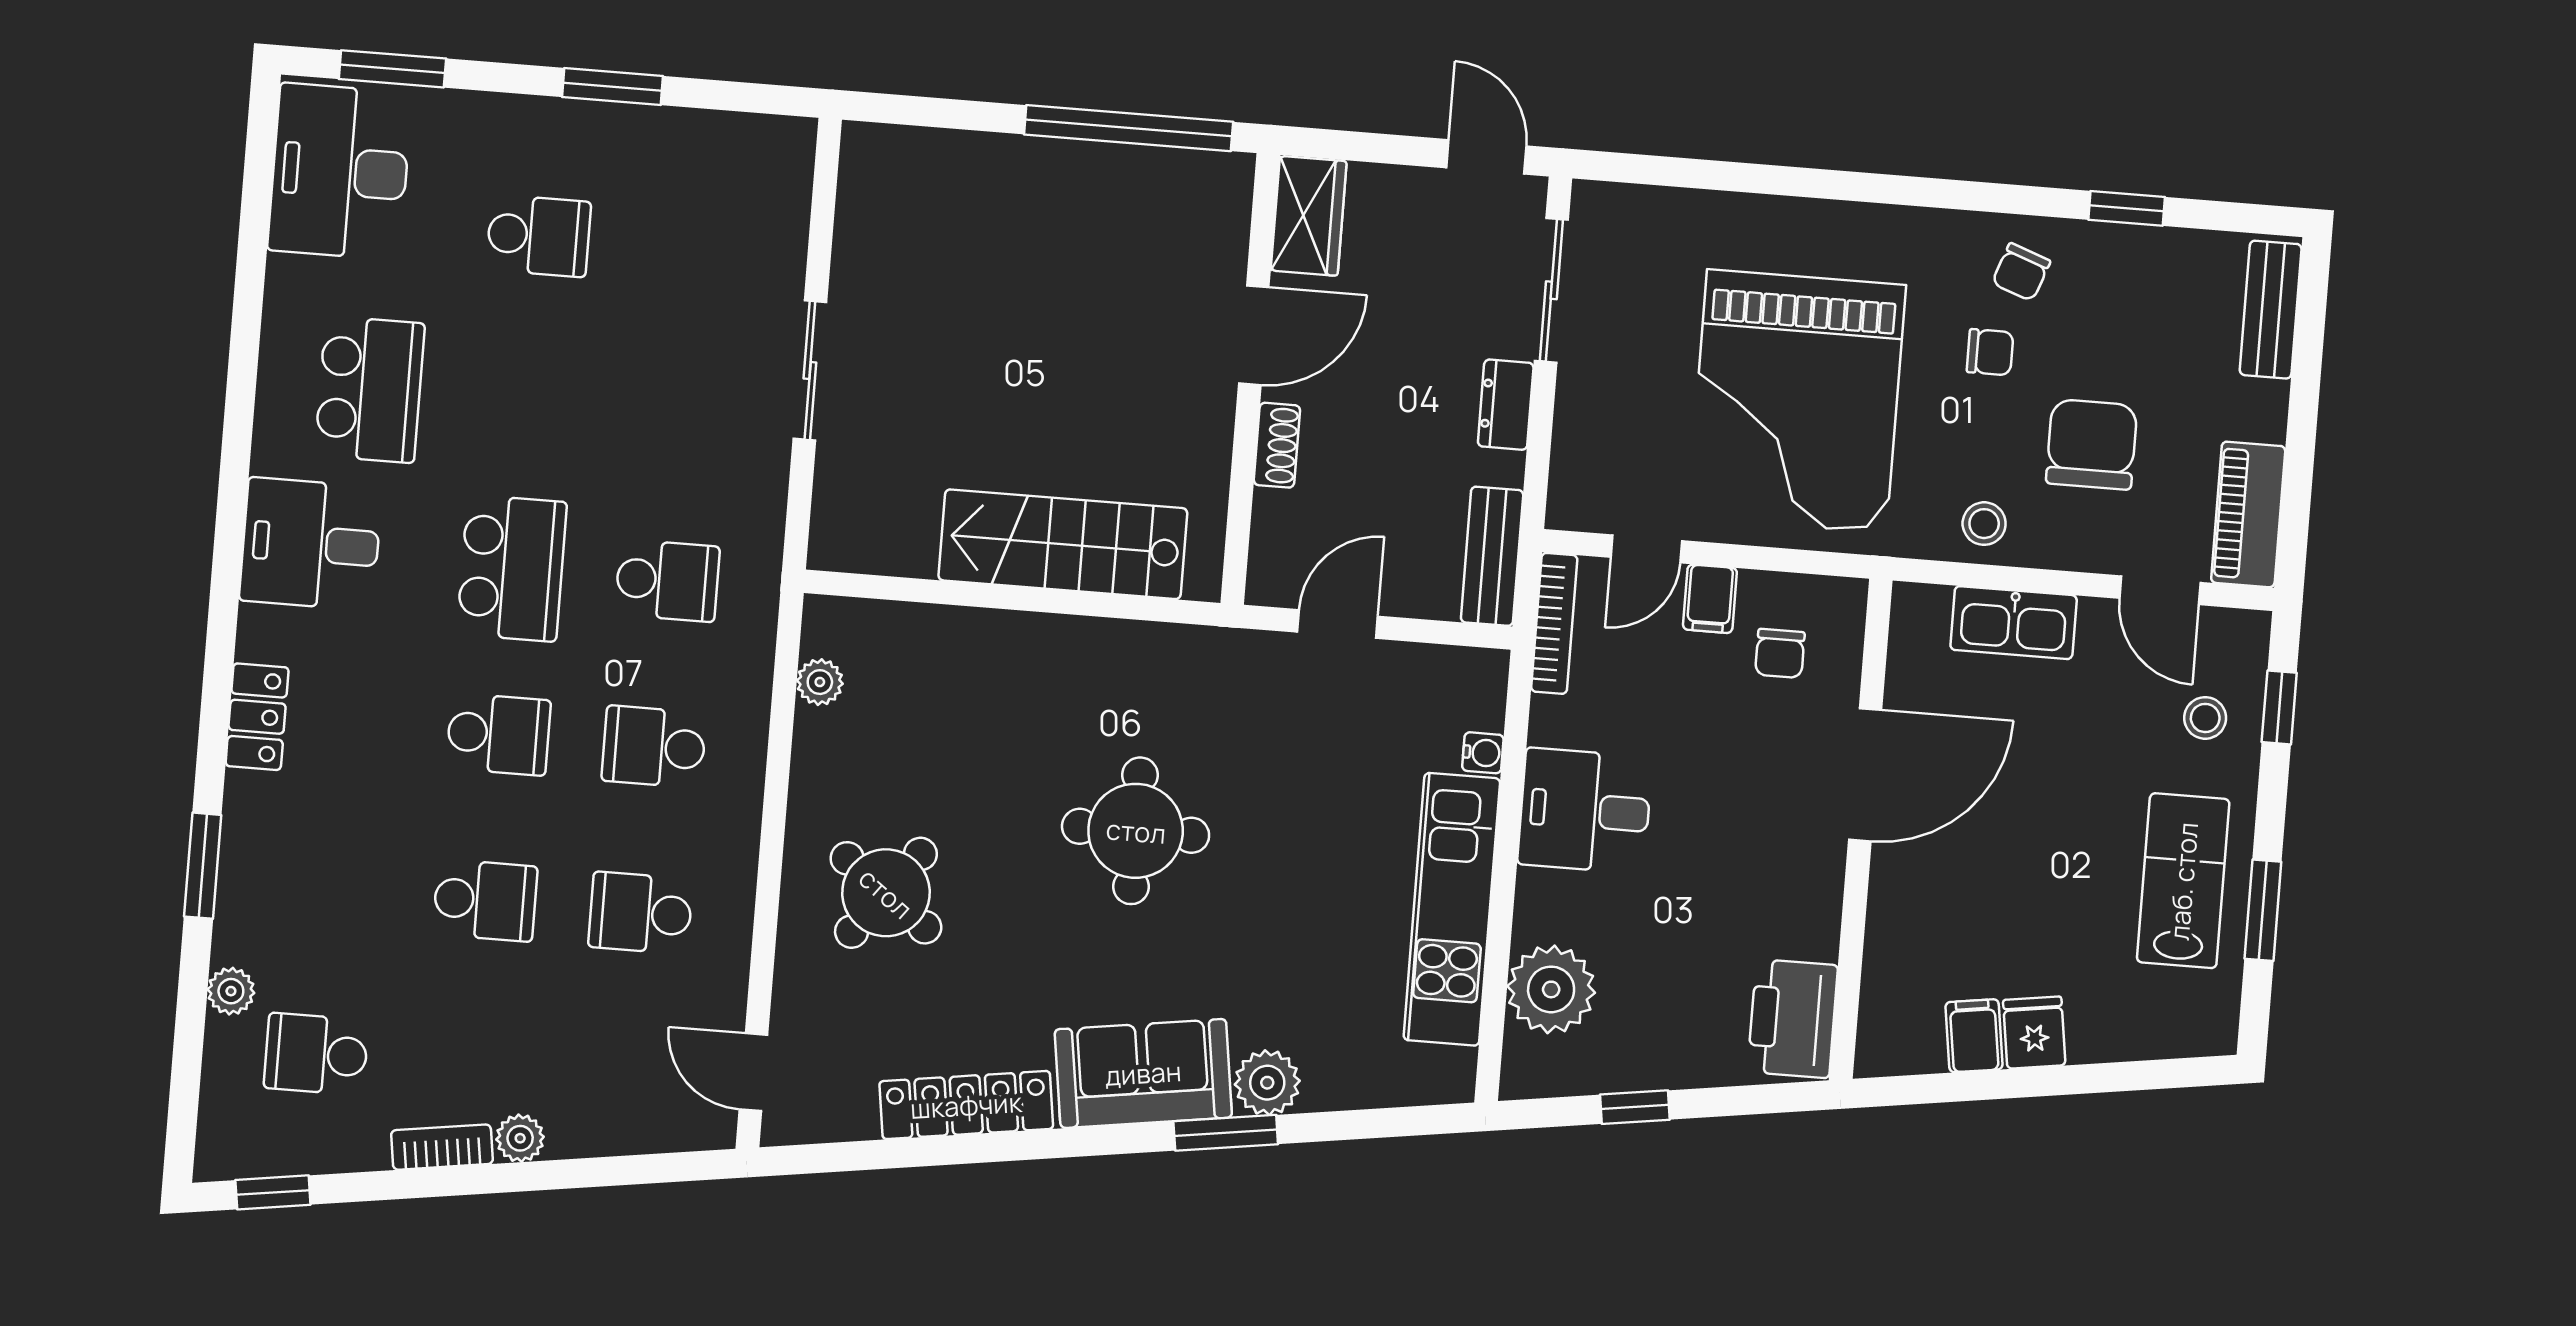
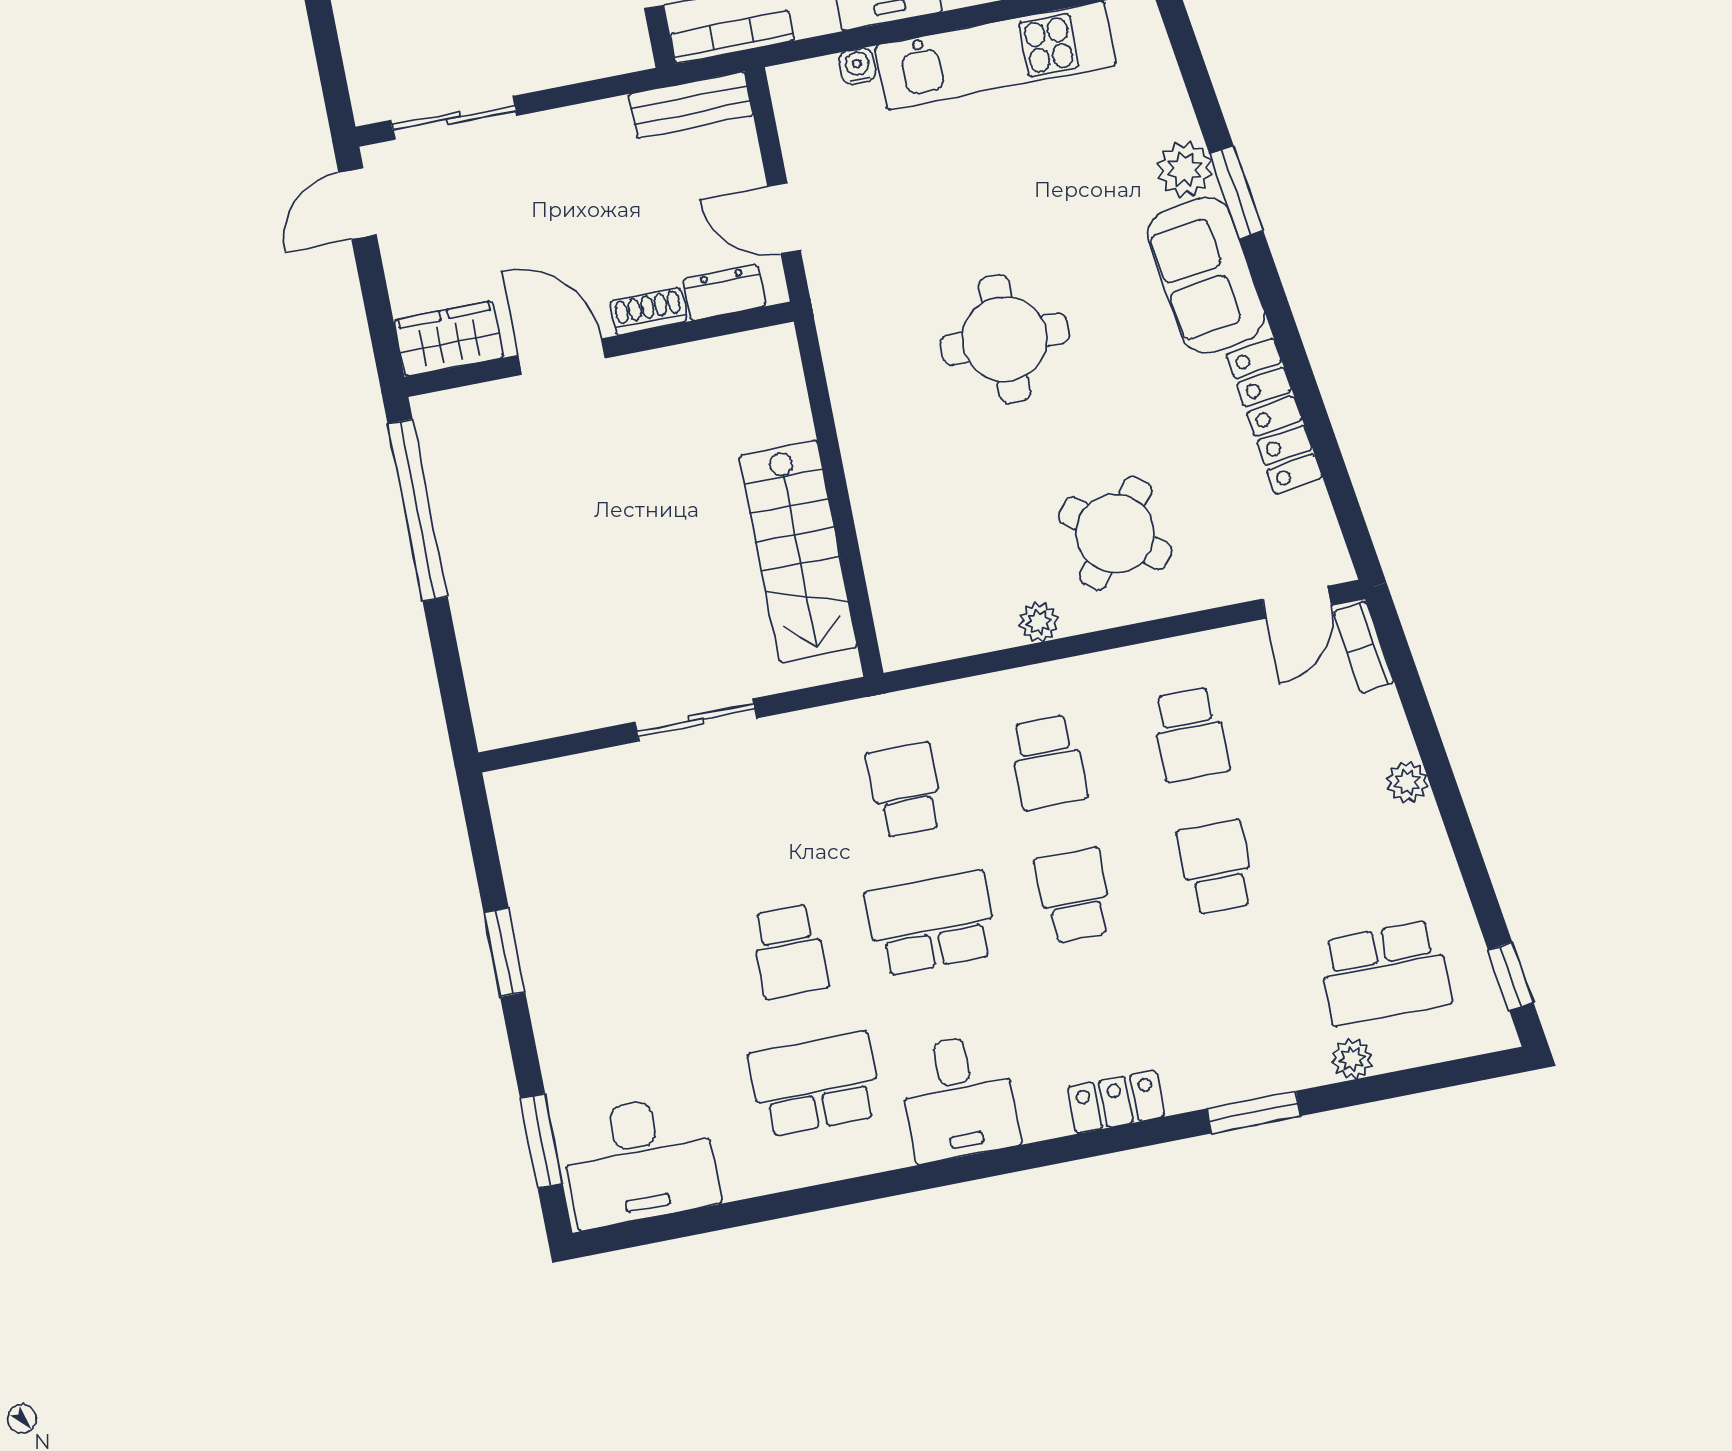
school desk: (539, 236) -> (789, 951), moved, turned 180
dresser: (1506, 405) -> (724, 292), moved, turned 180
stairs: (1063, 544) -> (798, 551), moved
plant: (820, 682) -> (1039, 622), moved
school desk: (316, 1054) -> (1385, 973), width x1.85
bookcase: (442, 1147) -> (1364, 647), moved

